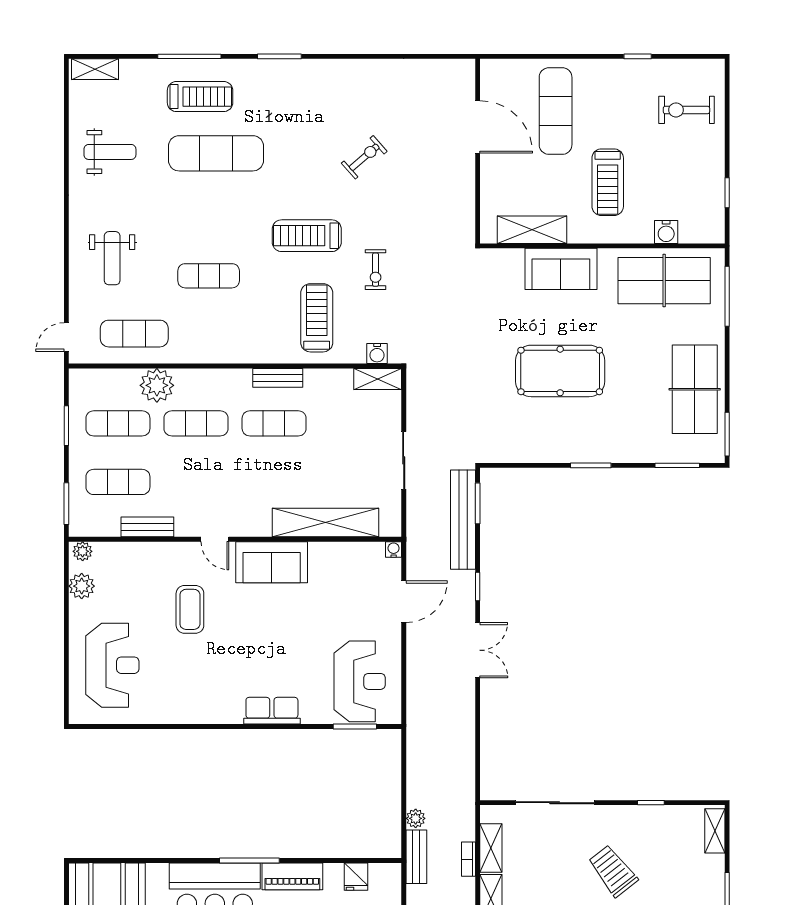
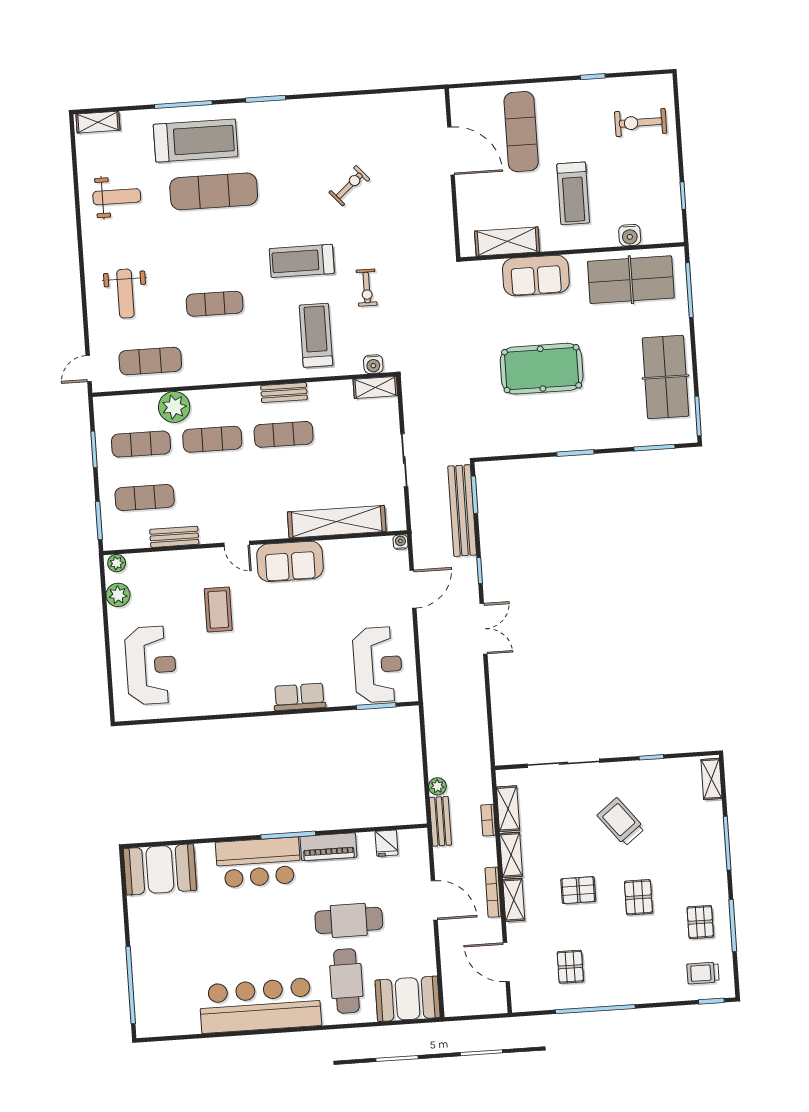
treadmill: (200, 97) -> (196, 141), width x1.37, depth x1.38

